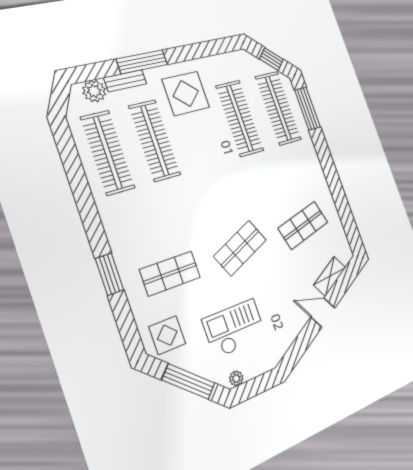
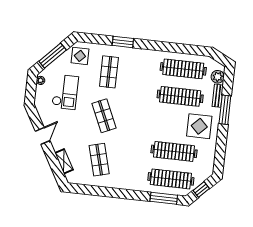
door: (323, 313) -> (43, 136), moved

